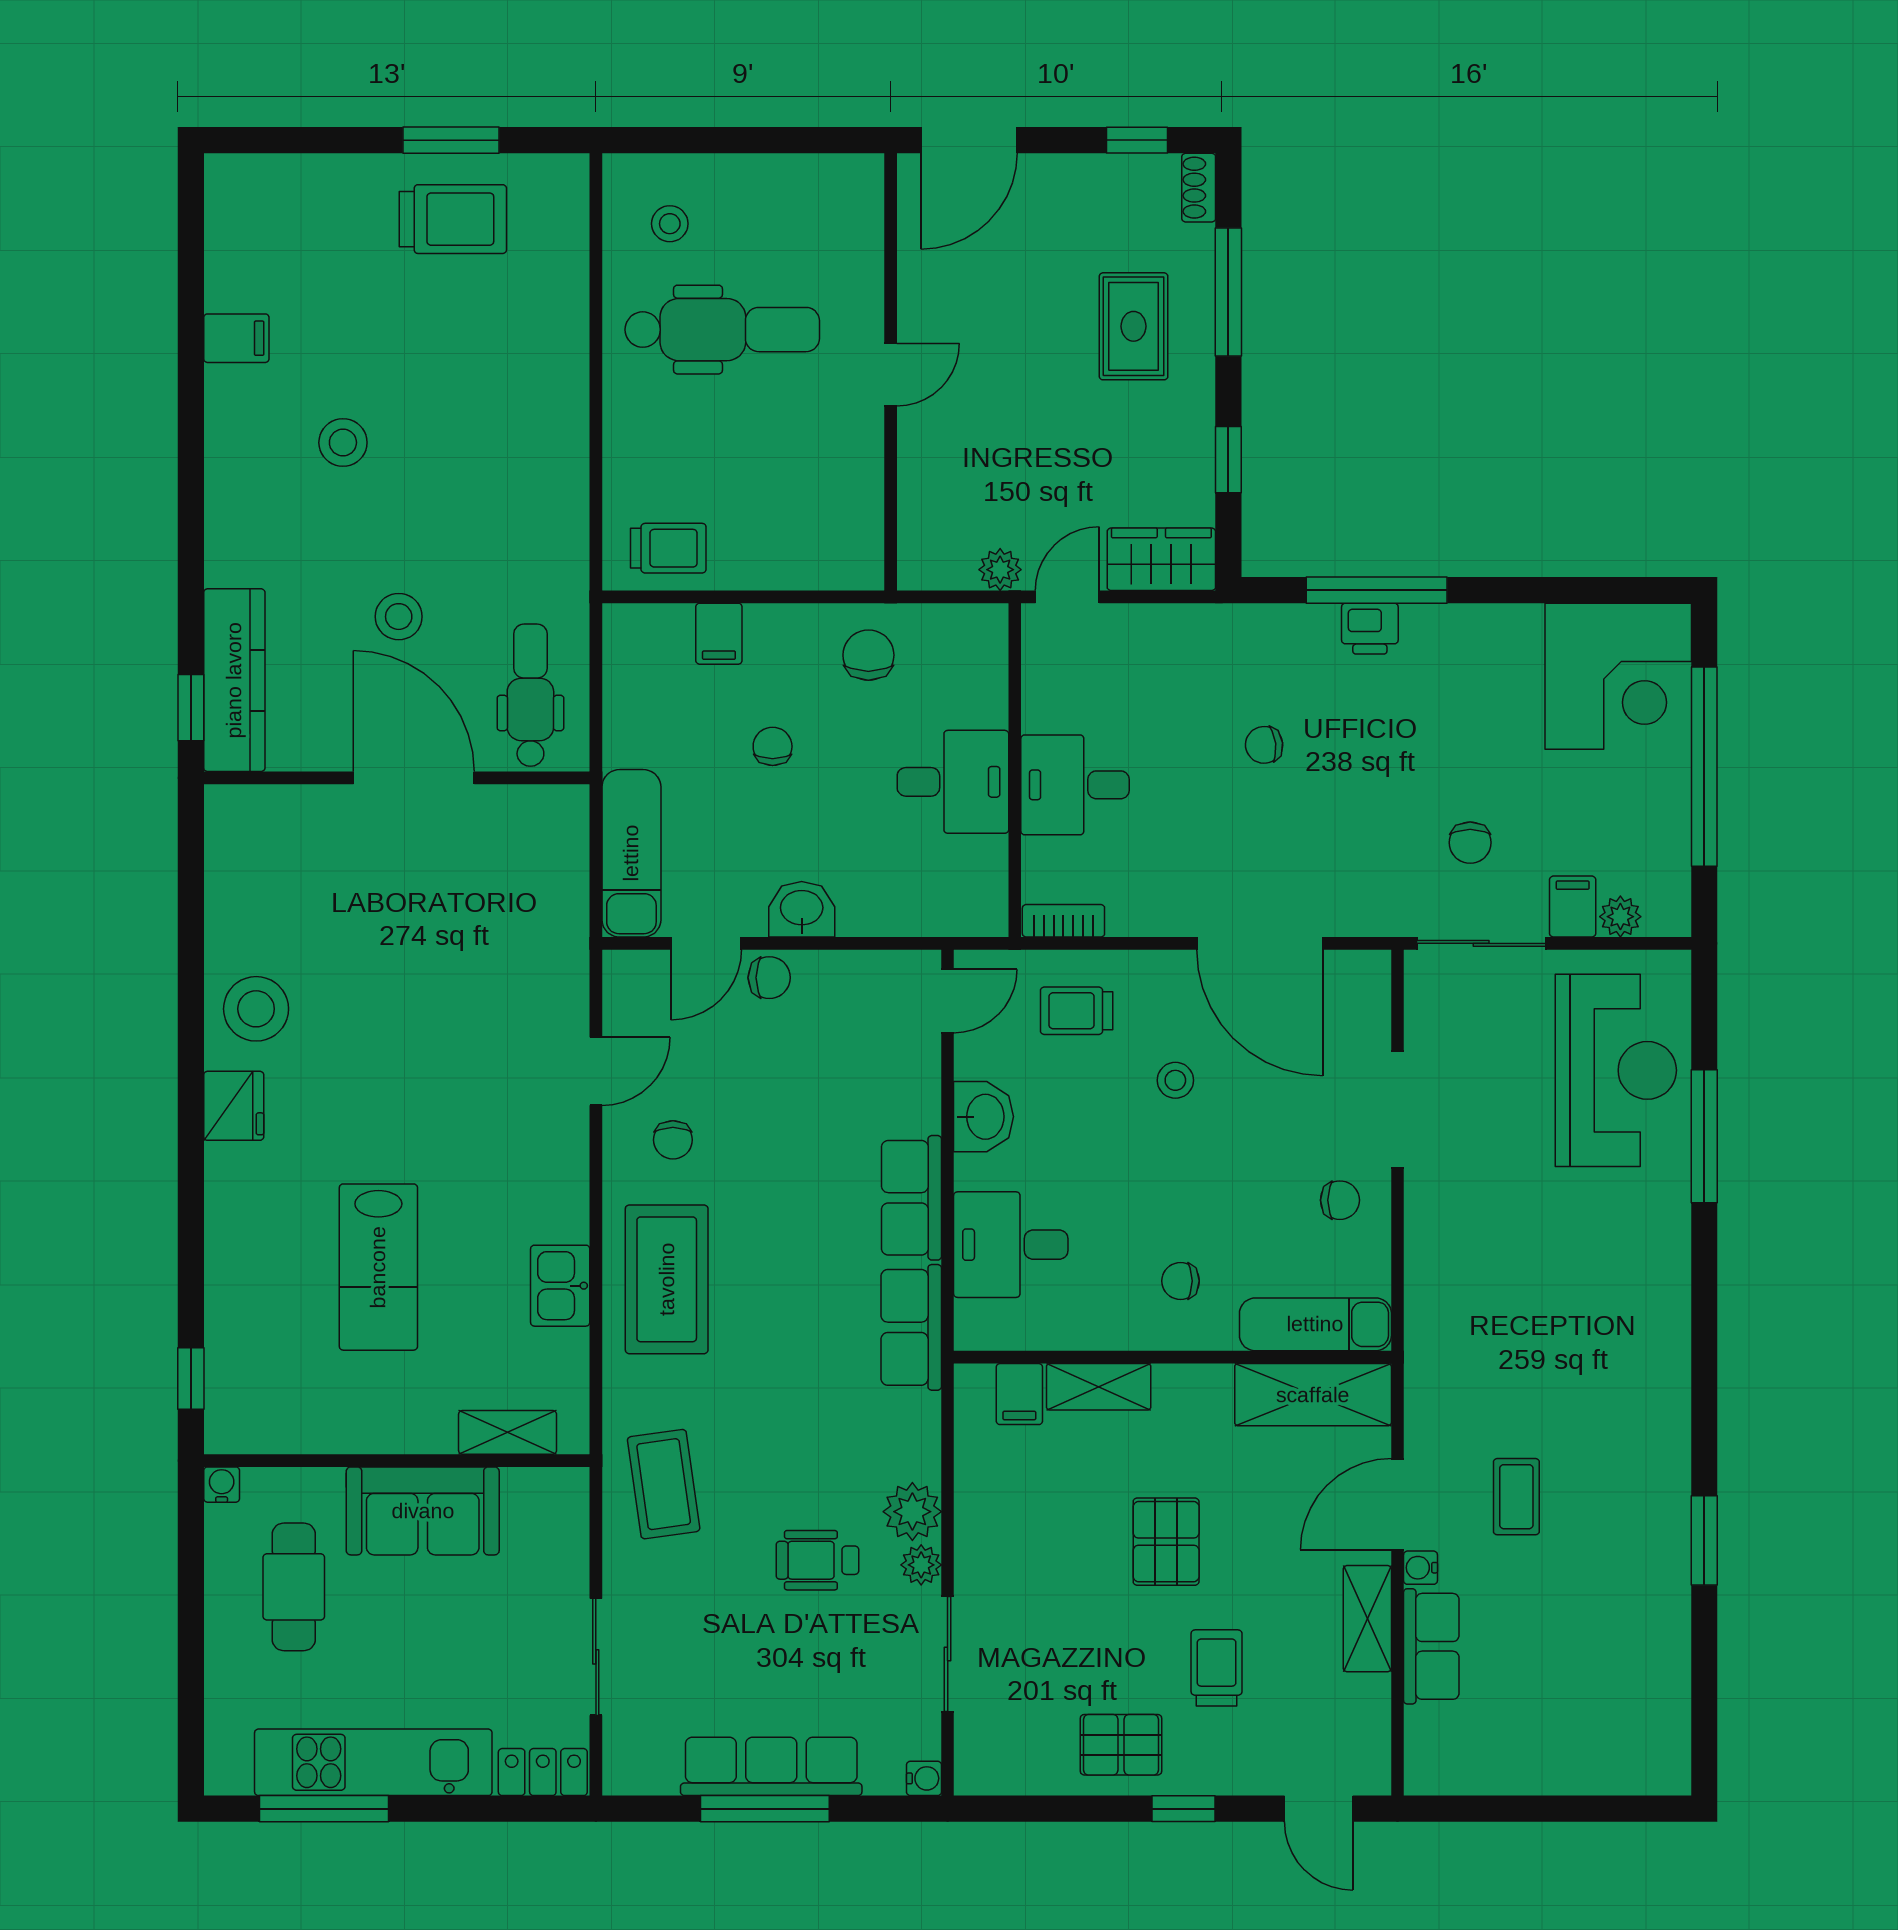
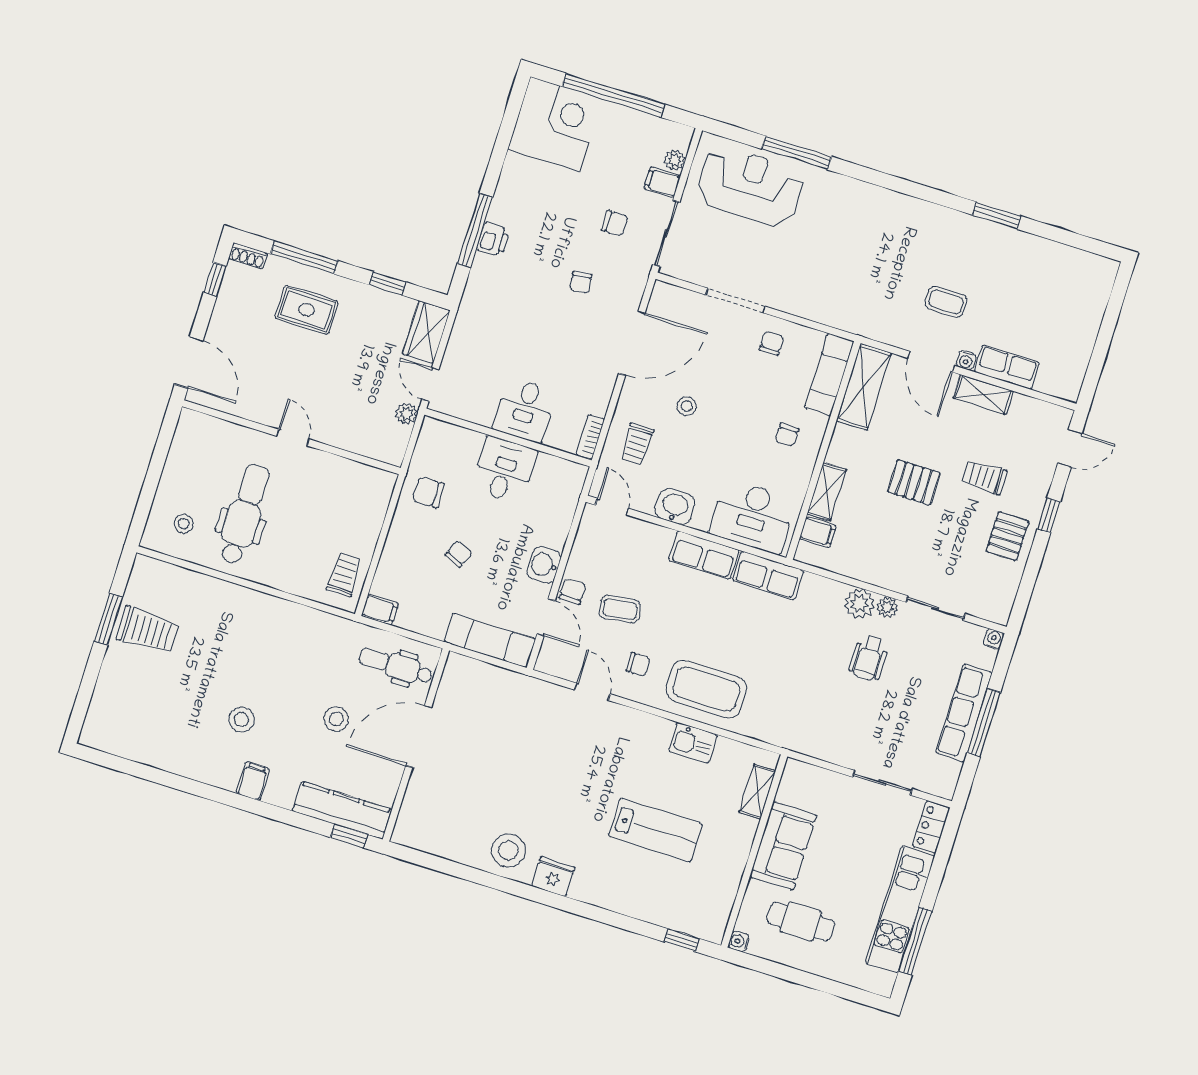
trolley: (453, 219) -> (148, 630), turned 90
filing cabinet: (236, 338) -> (253, 781), moved
filing cabinet: (719, 634) -> (380, 609), moved
chair: (1264, 745) -> (581, 282), moved
chair: (773, 746) -> (459, 554), turned 113
desk: (1011, 1245) -> (752, 516), width x1.37
coffee table: (664, 1484) -> (620, 609), moved, width x0.73, depth x0.77

